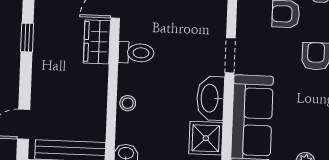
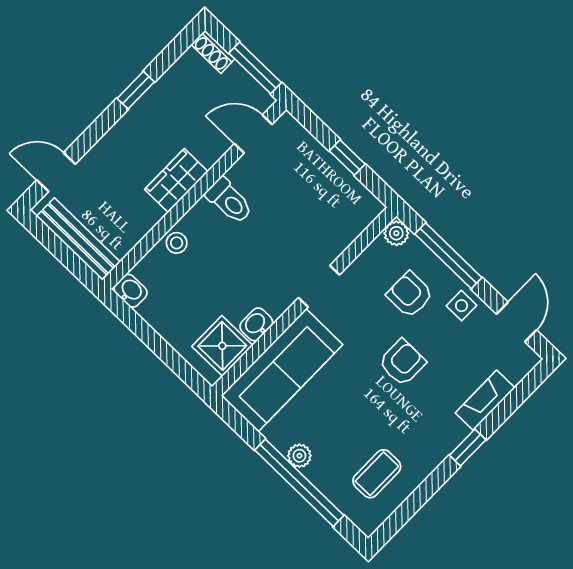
wardrobe: (97, 42) -> (176, 180), moved
washbasin: (210, 98) -> (256, 324), width x0.52, depth x0.69

